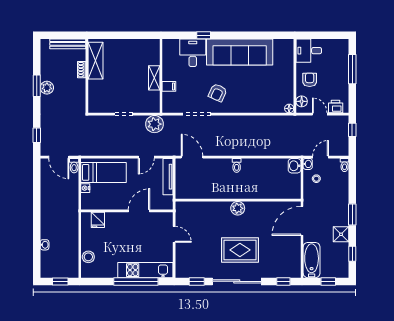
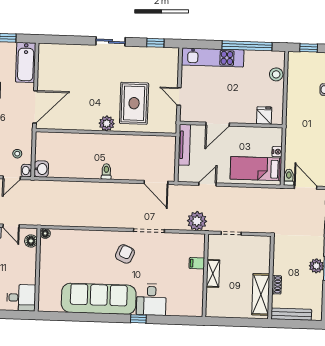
wall: (161, 76) -> (205, 275), moved
shelving: (154, 78) -> (213, 273), moved
armchair: (310, 80) -> (21, 265), removed
filing cabinet: (169, 86) -> (197, 263), moved
tv unit: (168, 177) -> (184, 145), moved
rug: (240, 250) -> (134, 103), moved, turned 90
window: (136, 281) -> (247, 46), moved
sliding door: (237, 281) -> (110, 41), width x0.54
window: (283, 281) -> (58, 40), removed

